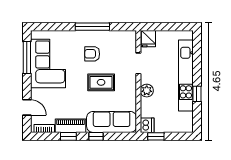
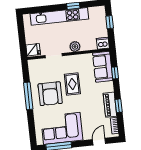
armchair: (92, 54) -> (50, 94), width x1.88, depth x1.88
sofa: (112, 122) -> (103, 67), width x0.73
window: (96, 136) -> (115, 73), moved
window: (156, 136) -> (110, 22), moved

